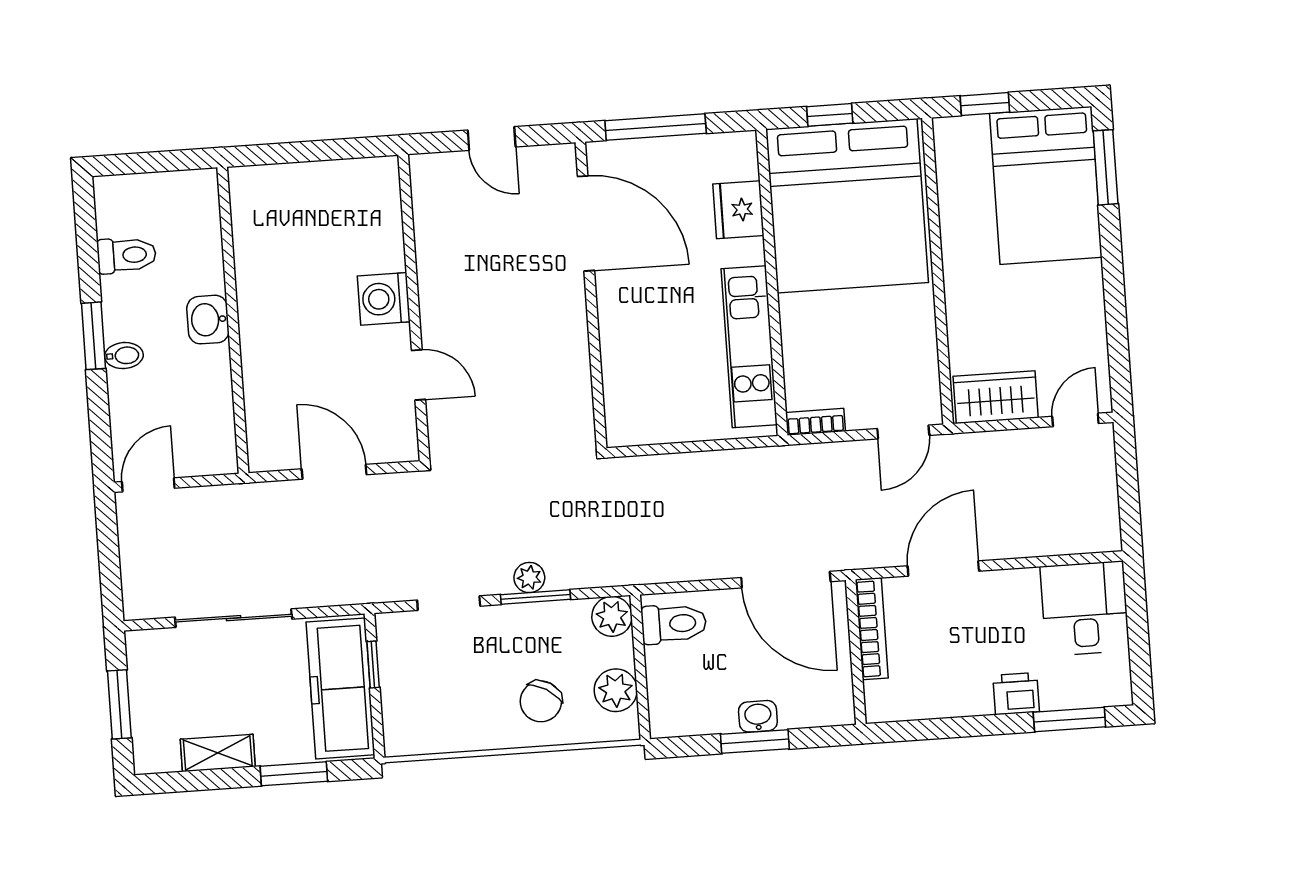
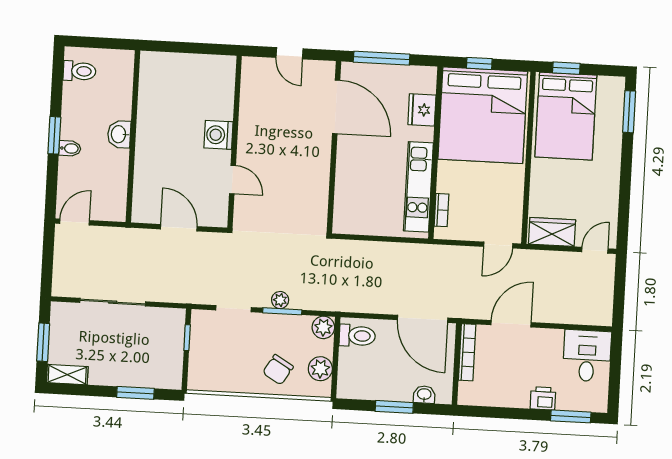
bed: (1046, 185) -> (566, 116), moved
toilet: (127, 255) -> (79, 71), moved
bookcase: (816, 422) -> (442, 210), moved, turned 90
freezer: (340, 688) -> (167, 349), removed
washbasin: (758, 716) -> (424, 395), moved
shelving: (218, 753) -> (67, 375), moved

